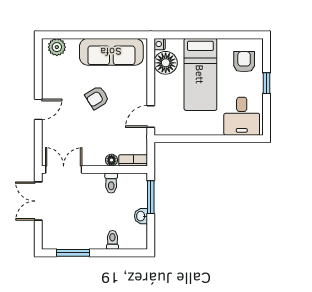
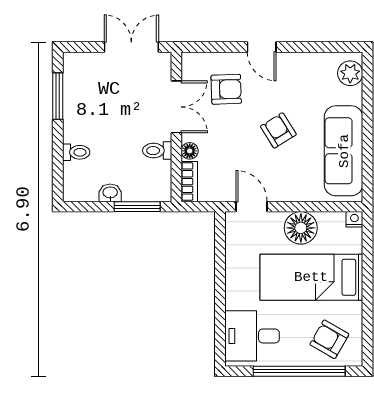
armchair: (244, 62) -> (329, 339), turned -150
floor lamp: (166, 63) -> (301, 228), moved
window: (267, 83) -> (299, 371), width x3.17
armchair: (68, 134) -> (226, 89), added
double door: (64, 169) -> (176, 107), moved

